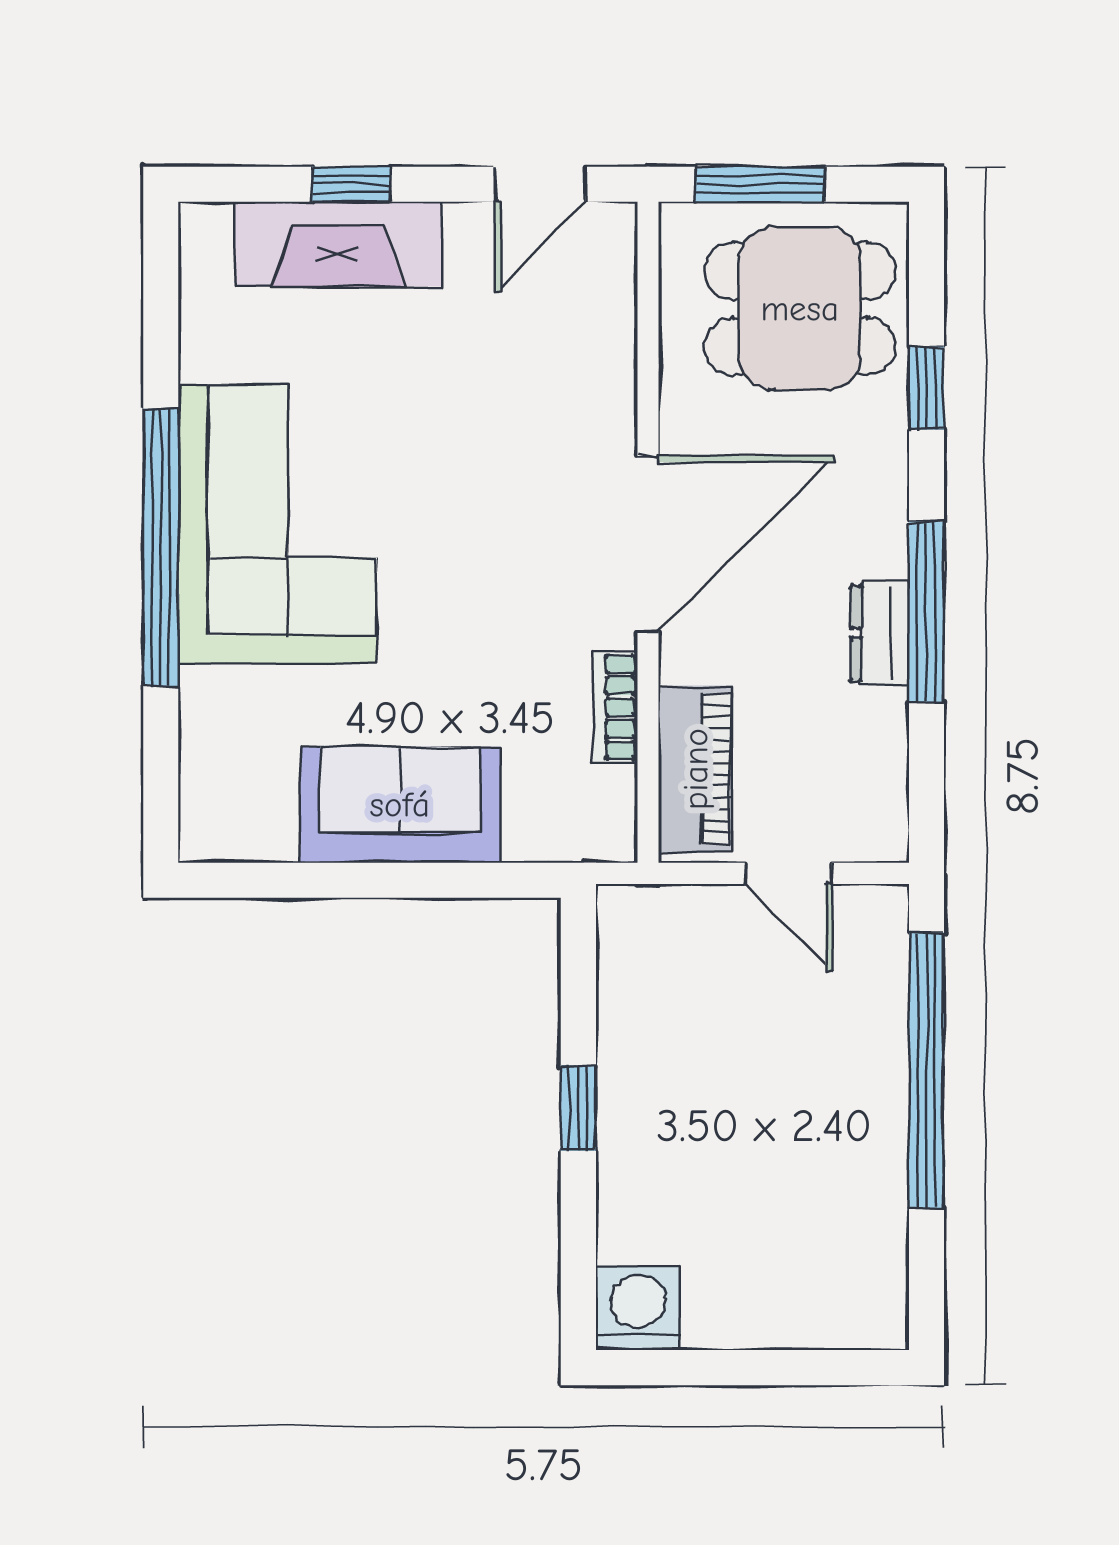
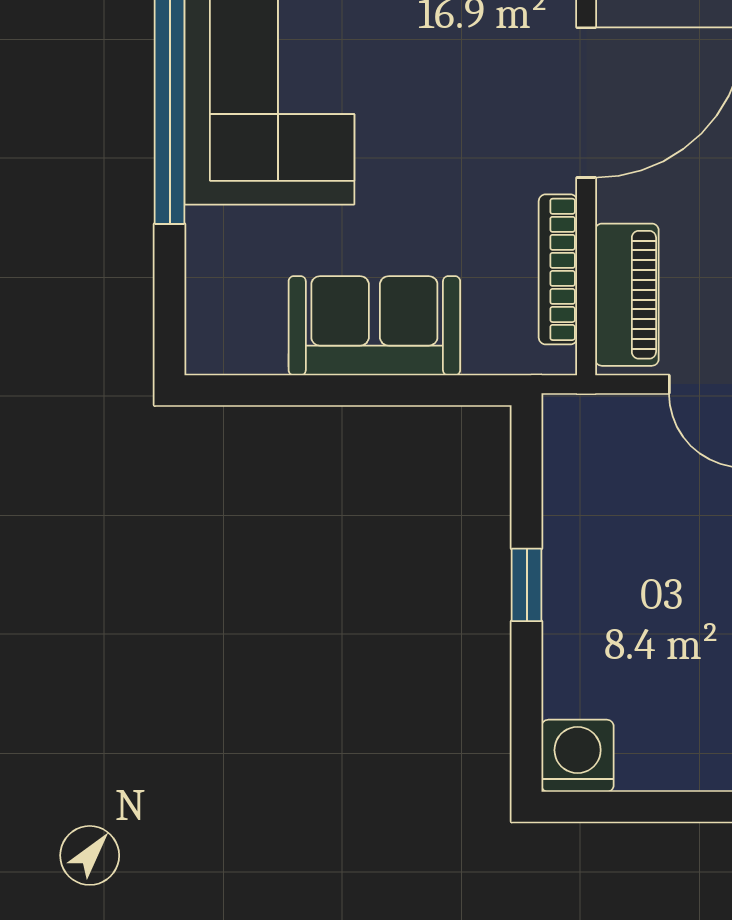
bookcase: (615, 707) -> (558, 269), width x1.56

